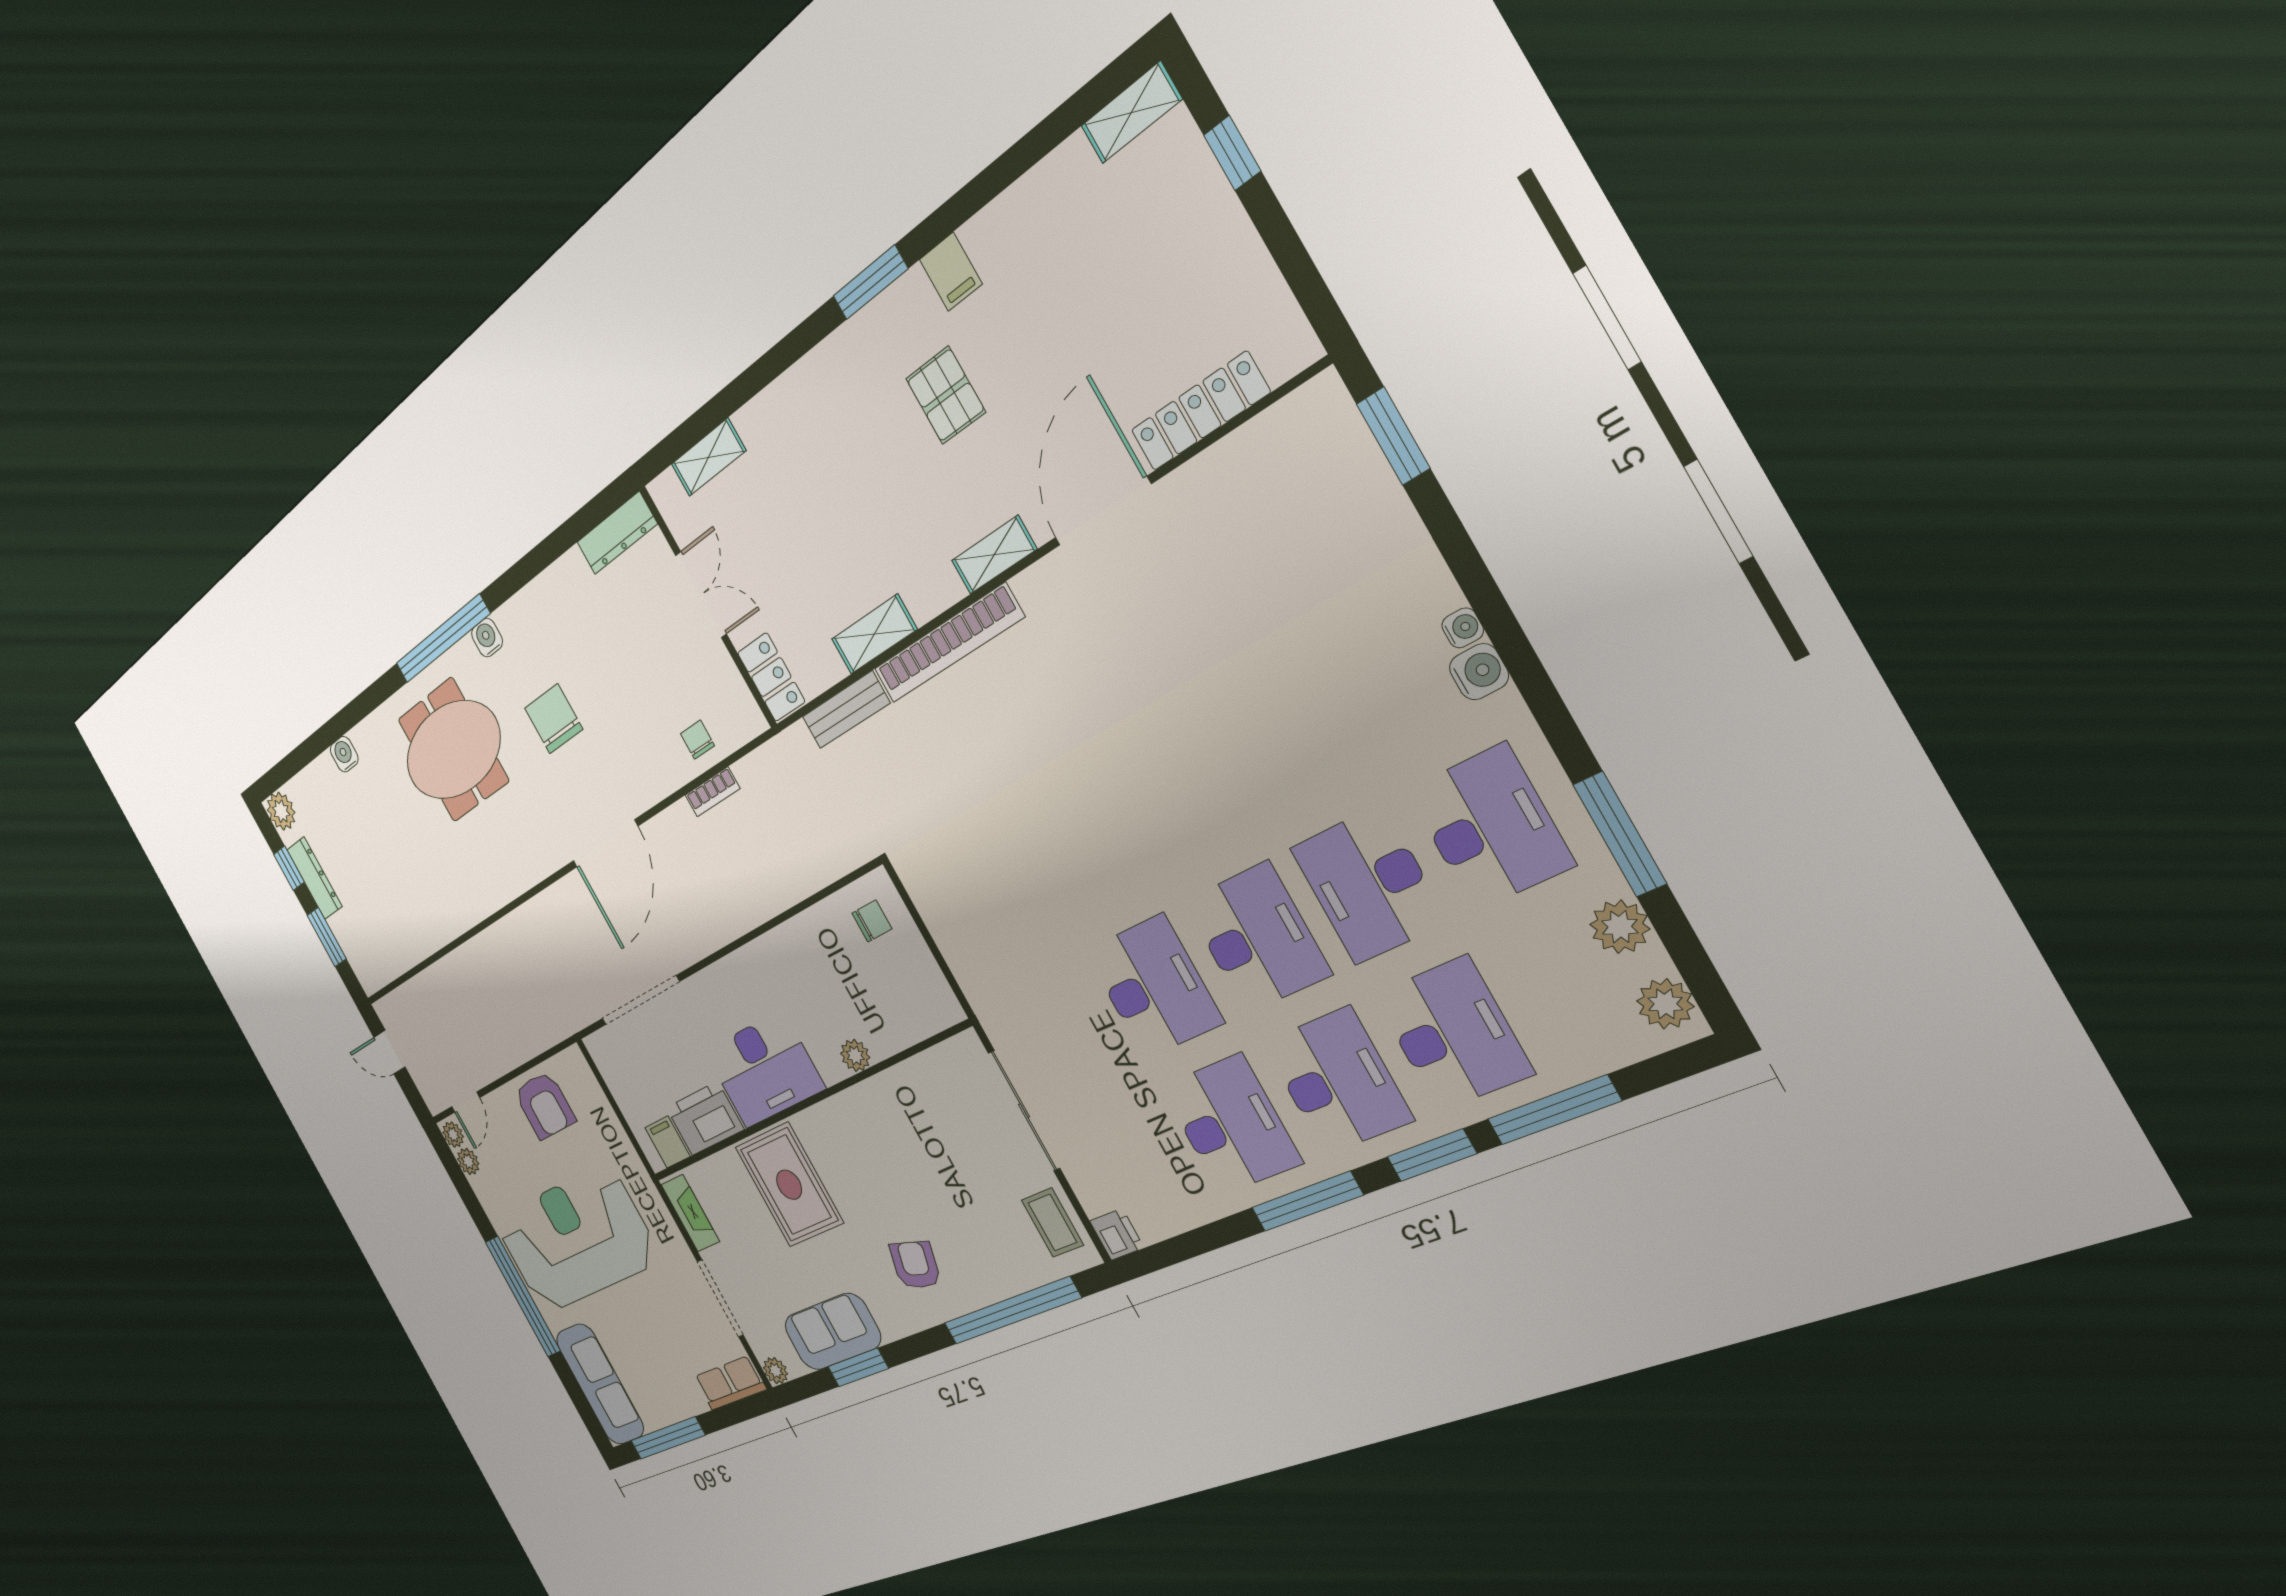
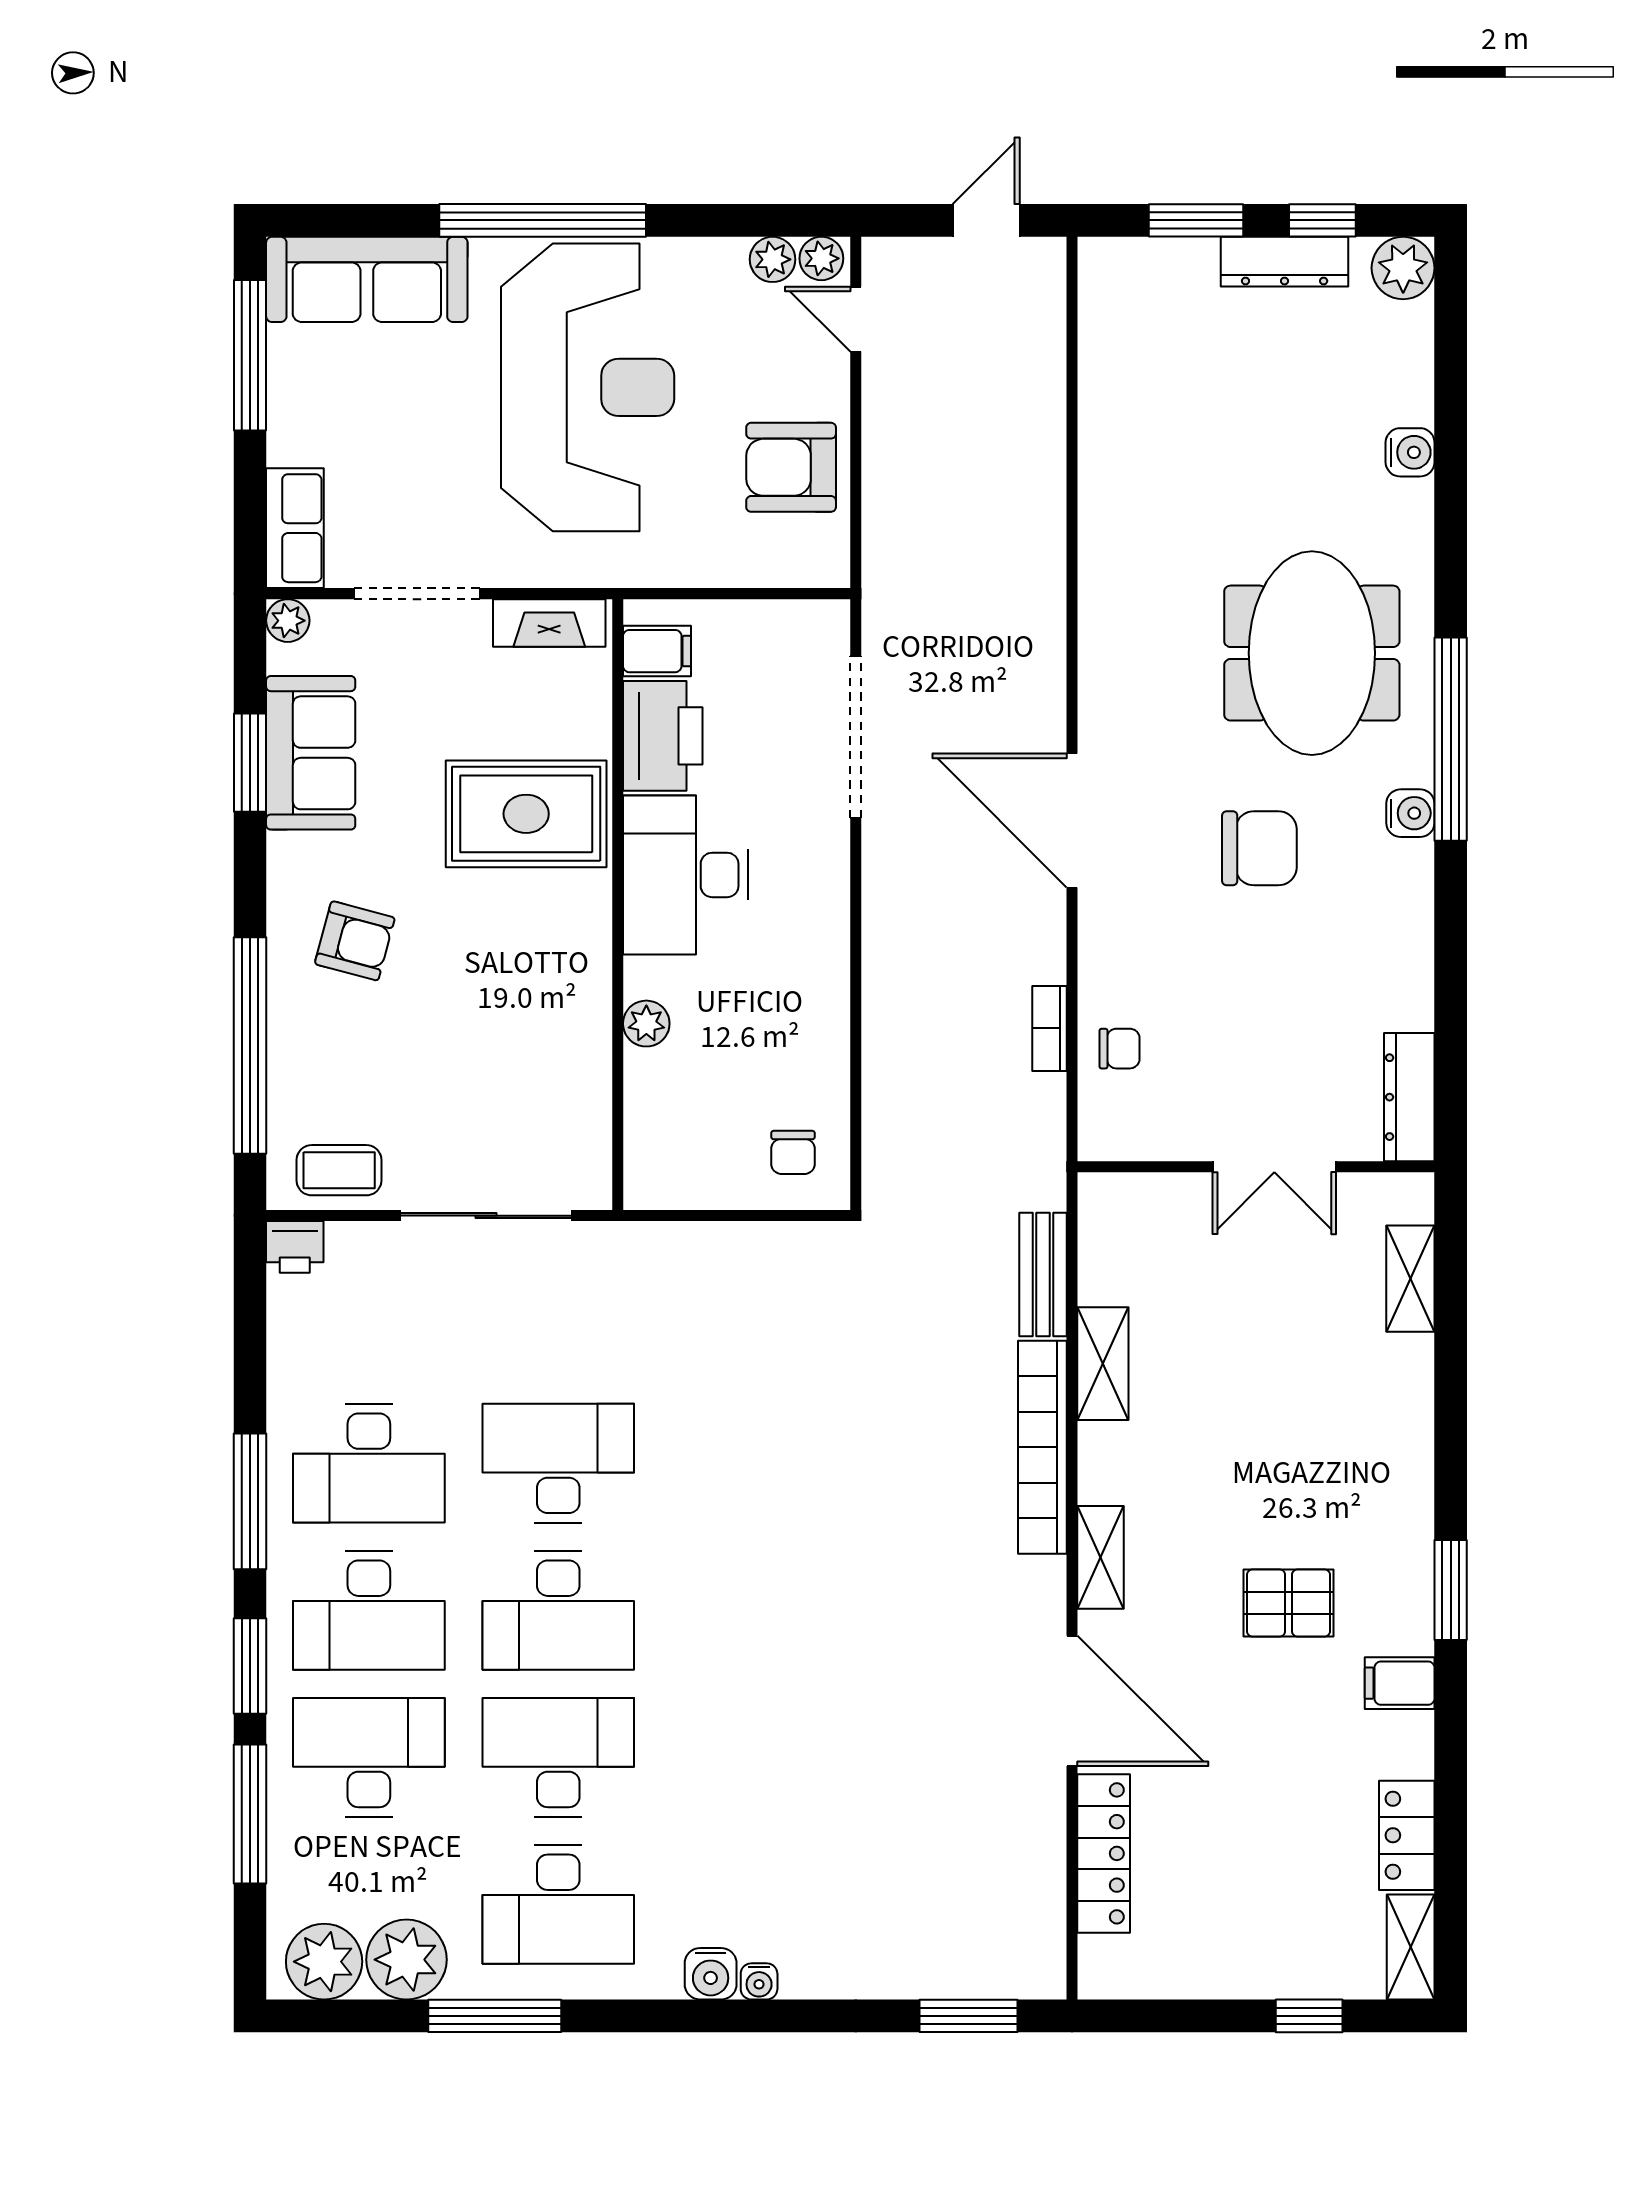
locker: (771, 677) -> (1407, 1835), moved, turned 90
plant: (1620, 927) -> (406, 1960), width x1.36, depth x1.36
desk: (1154, 987) -> (558, 1463), turned 180
plant: (1665, 1004) -> (324, 1962), width x1.36, depth x1.36
desk: (1453, 1034) -> (369, 1757), turned 180

